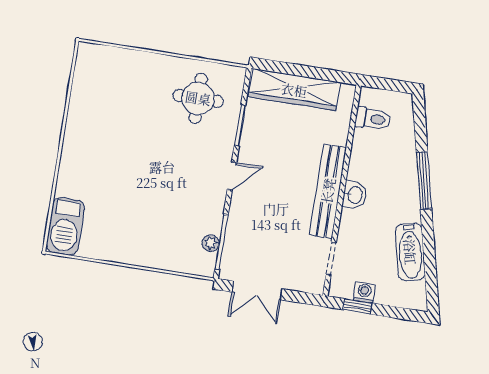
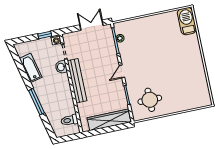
washbasin: (355, 195) -> (61, 67), moved
washing machine: (364, 292) -> (56, 40), moved

